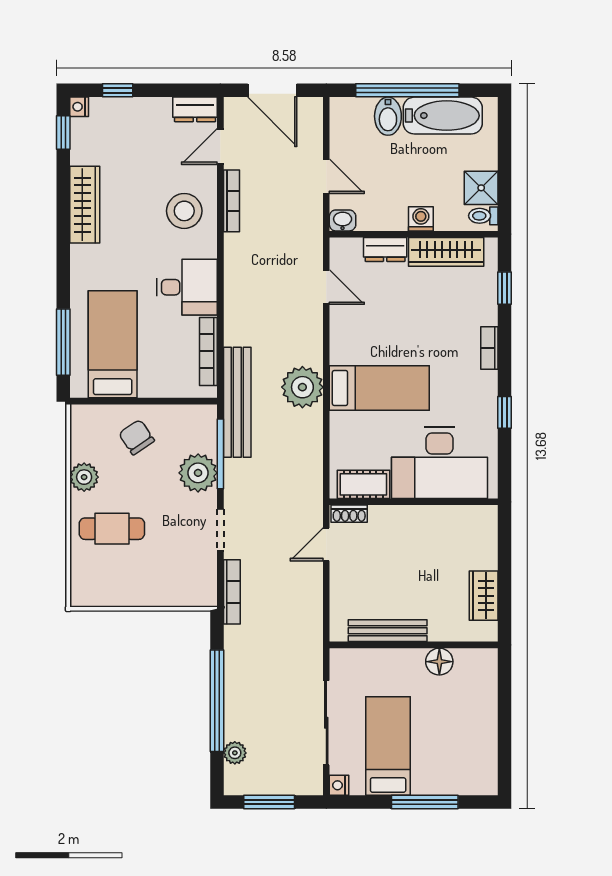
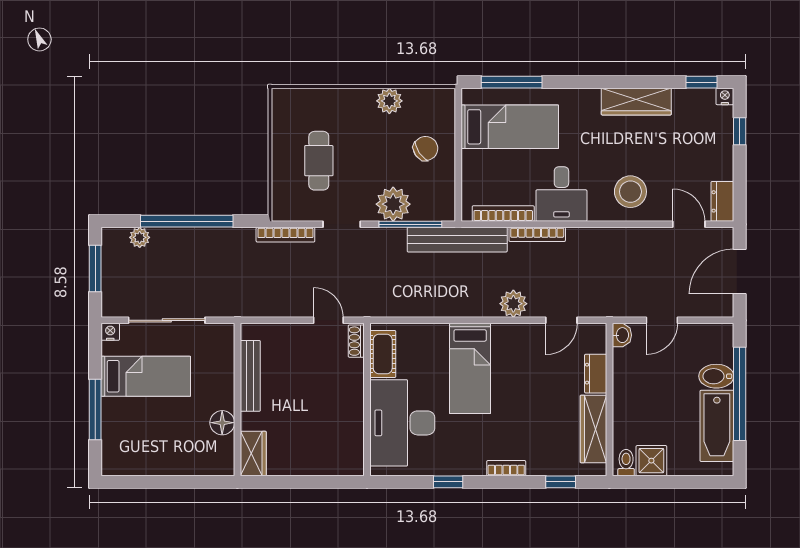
bookcase: (231, 201) -> (537, 234), moved
washing machine: (421, 219) -> (623, 406), removed
plant: (302, 387) -> (513, 304), moved, width x0.73, depth x0.73
cafe table: (112, 529) -> (319, 161), moved
wardrobe: (484, 596) -> (253, 454), moved, turned 90

